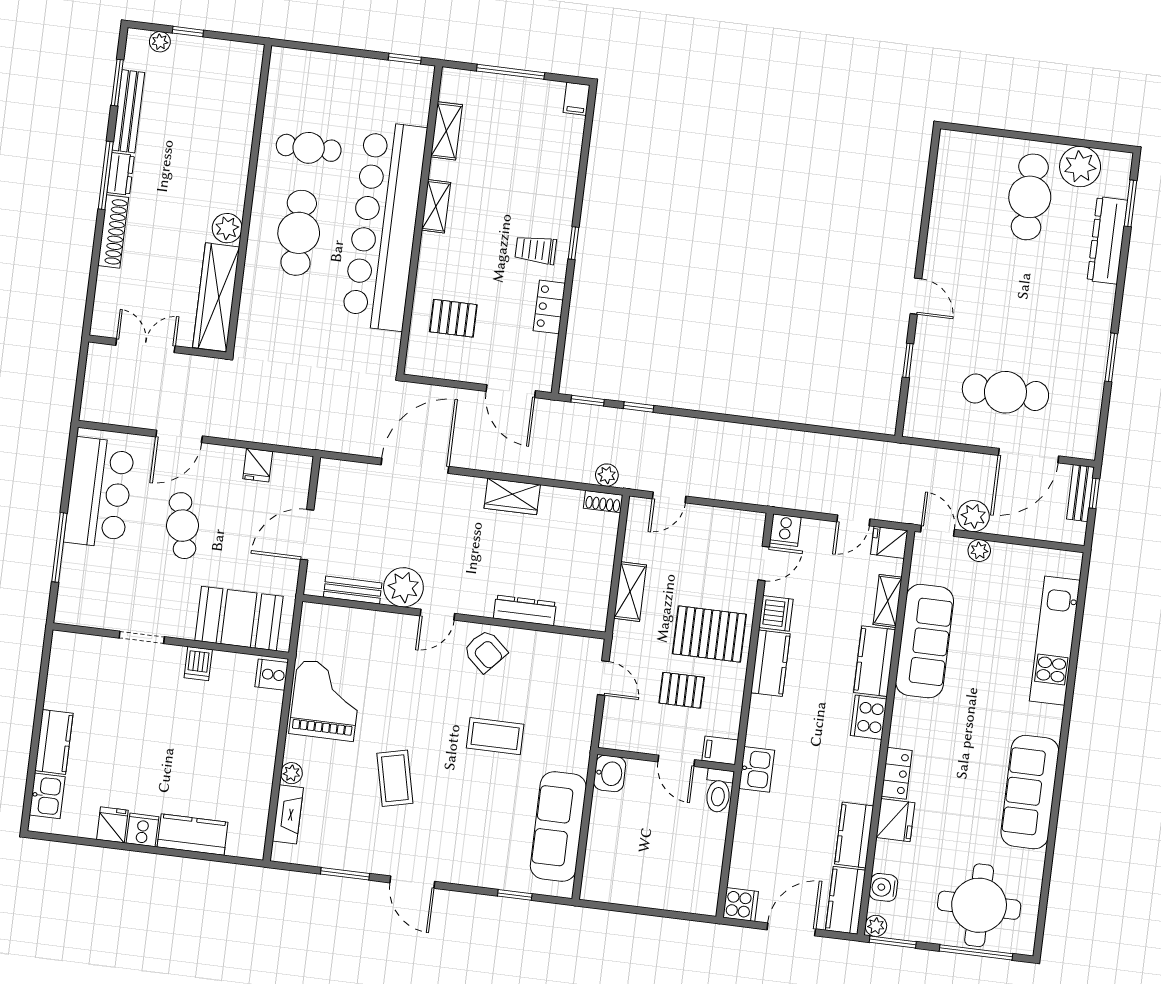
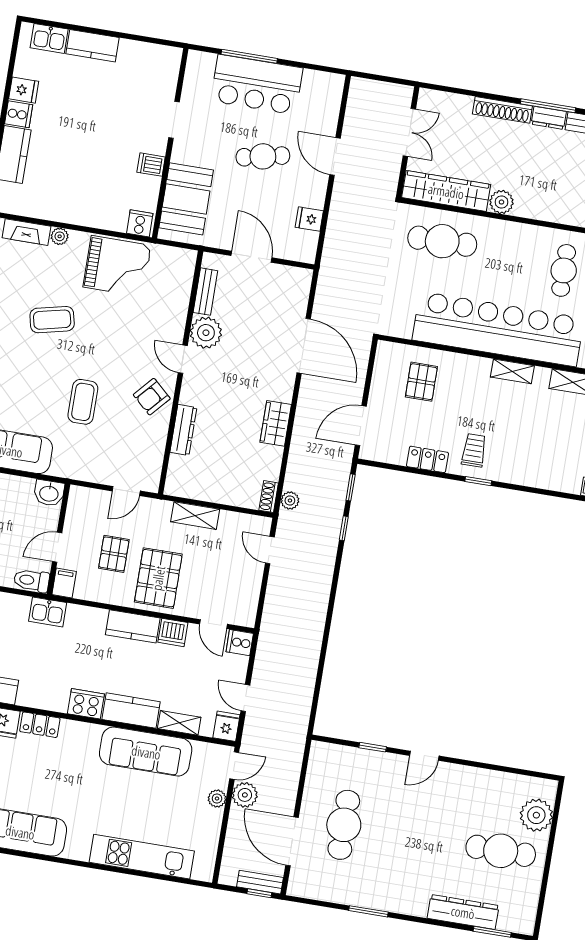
plant: (1080, 167) -> (536, 815), moved
cafe table: (299, 233) -> (442, 241), moved
bar counter: (99, 493) -> (257, 84), moved

